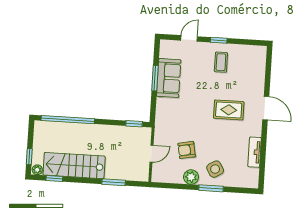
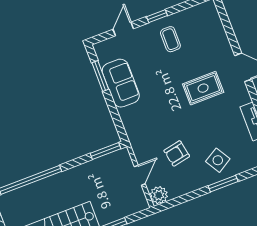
window: (155, 78) -> (100, 76), moved
window: (134, 124) -> (105, 151), width x1.50
plant: (191, 177) -> (159, 195), moved

